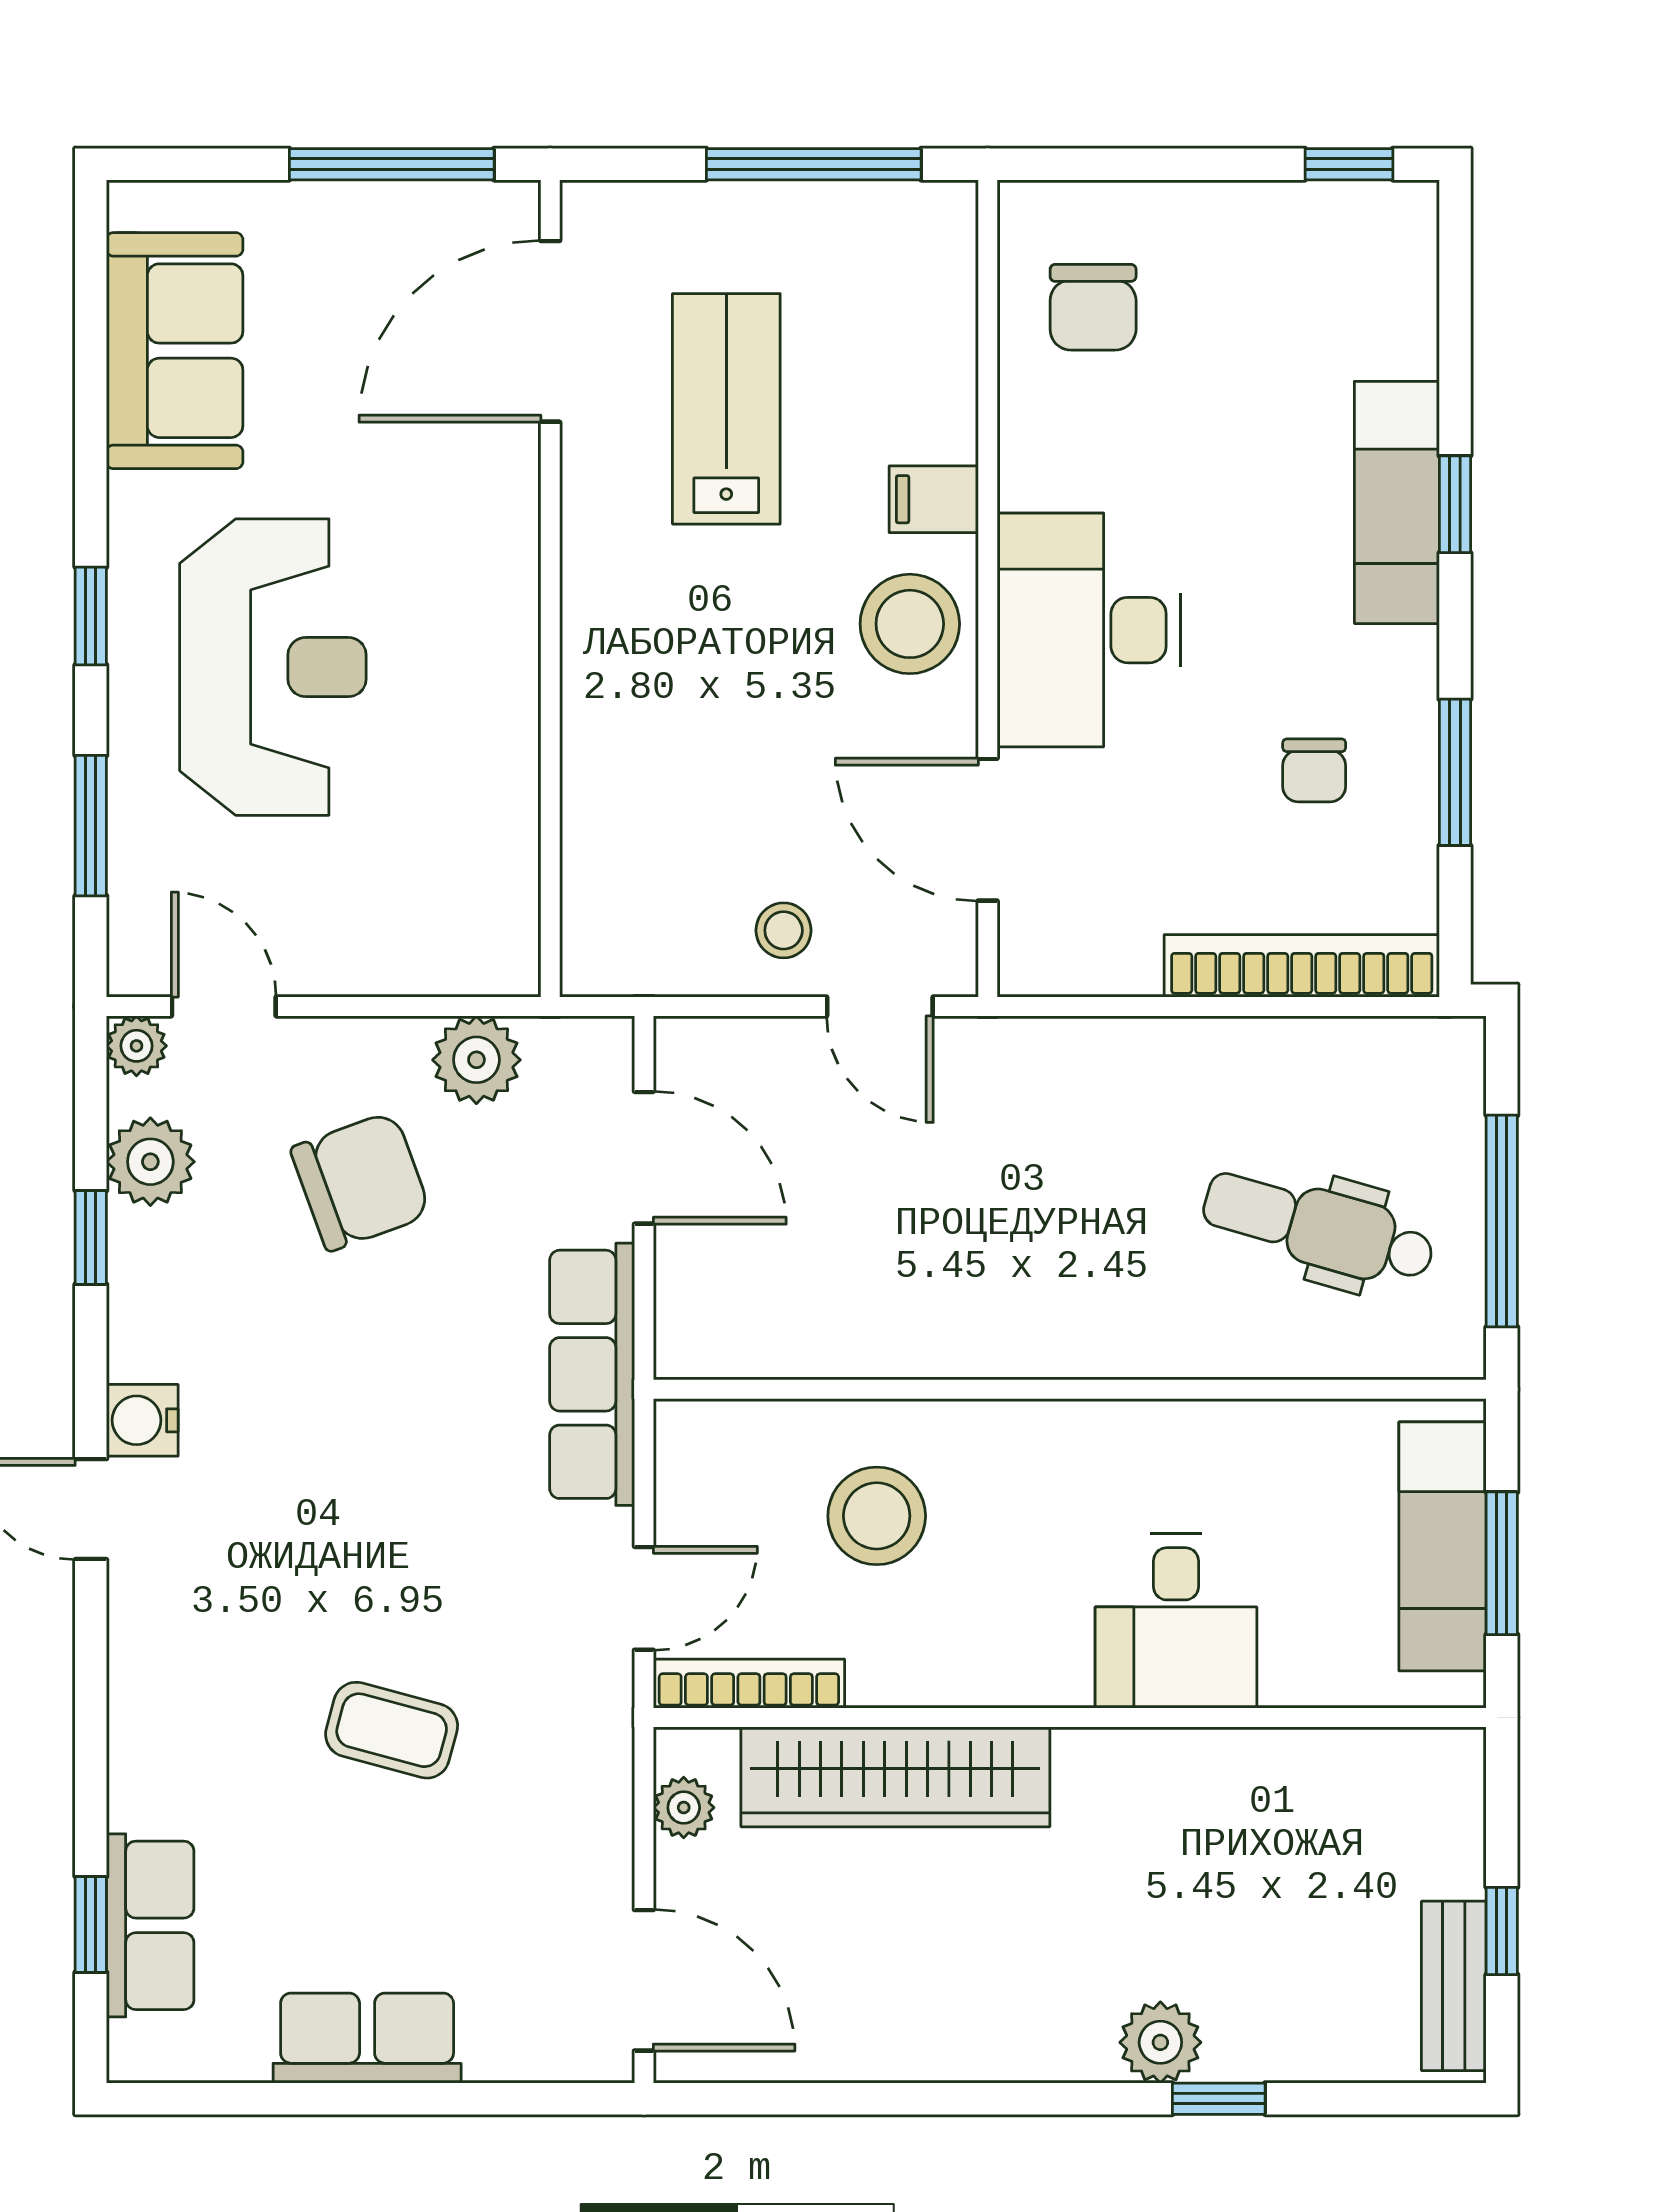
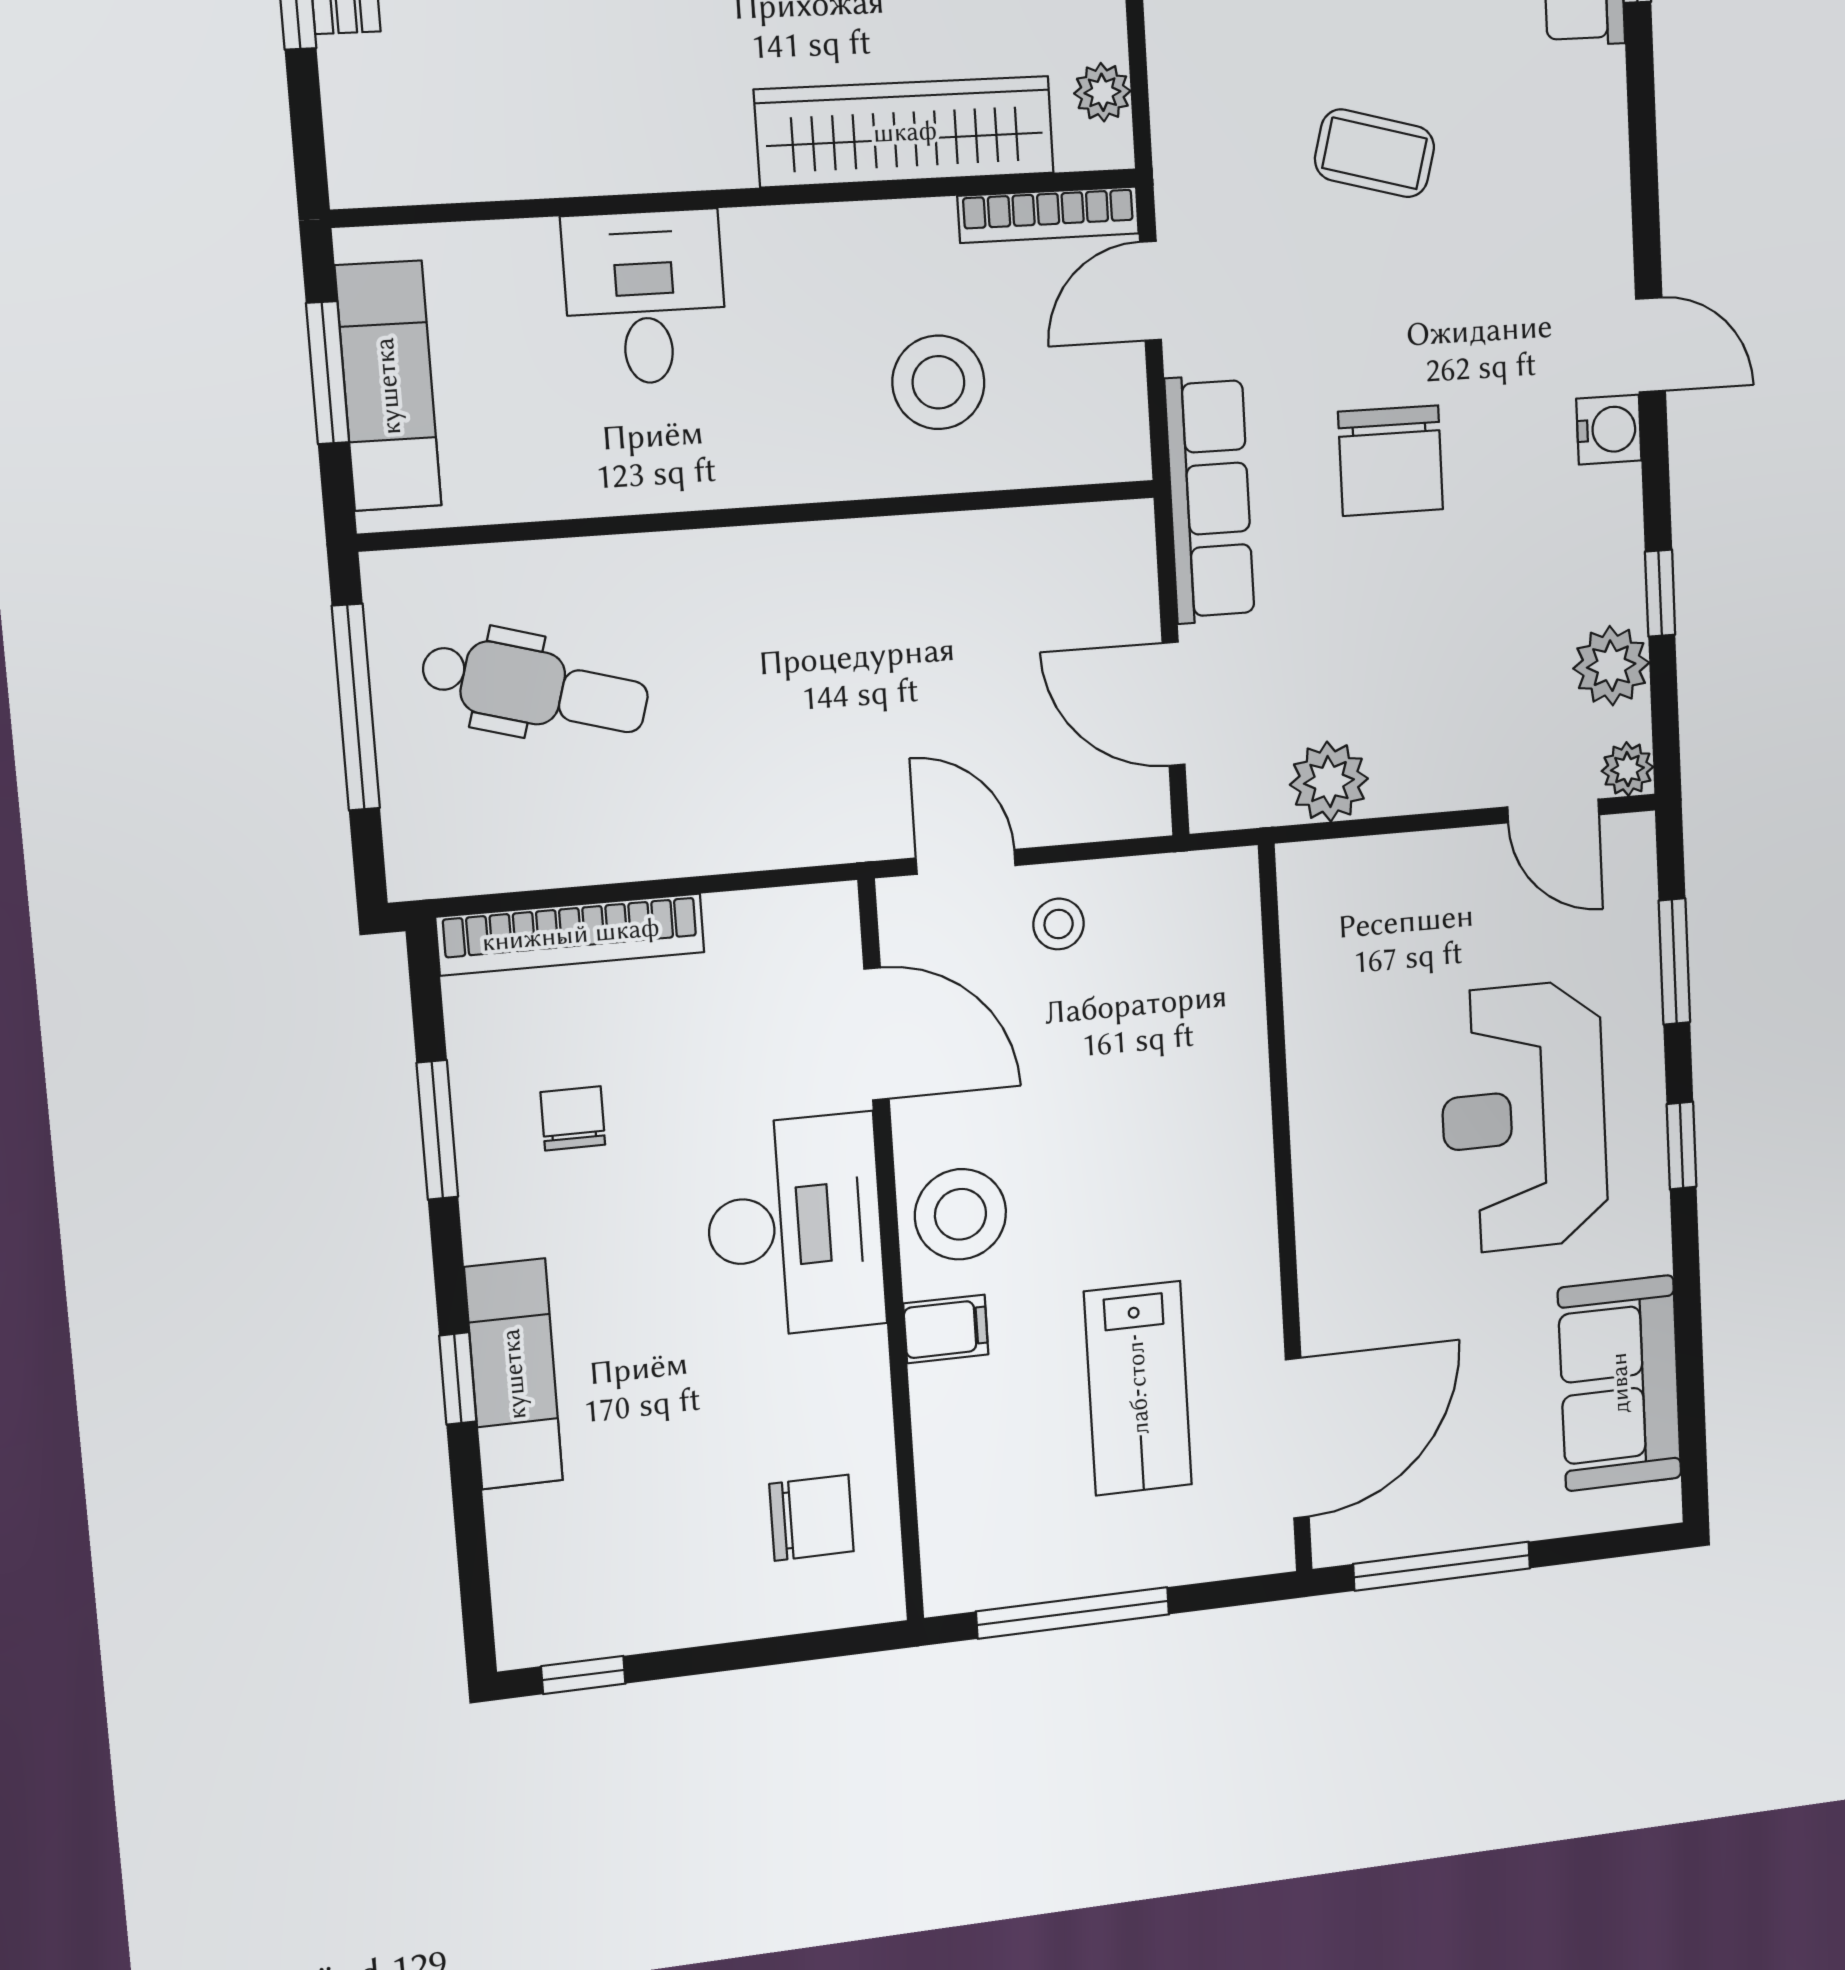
chair: (1093, 307) -> (812, 1518), turned 90
chair: (361, 1181) -> (1391, 461), moved, turned -70

